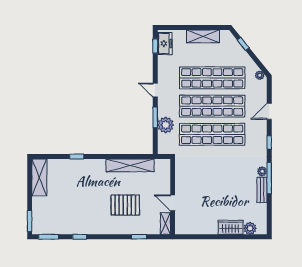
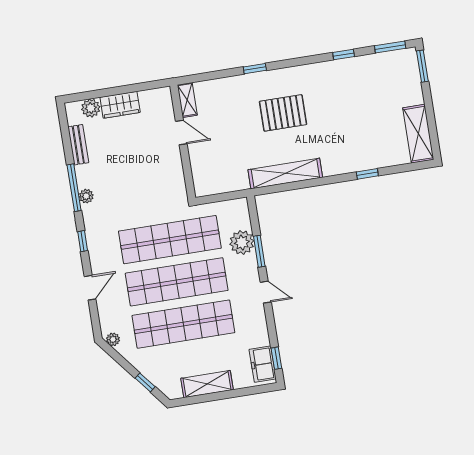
bench: (262, 190) -> (78, 145), moved
wall: (173, 197) -> (183, 142), moved
door: (173, 203) -> (181, 133), moved
shelving: (165, 223) -> (187, 100), moved

